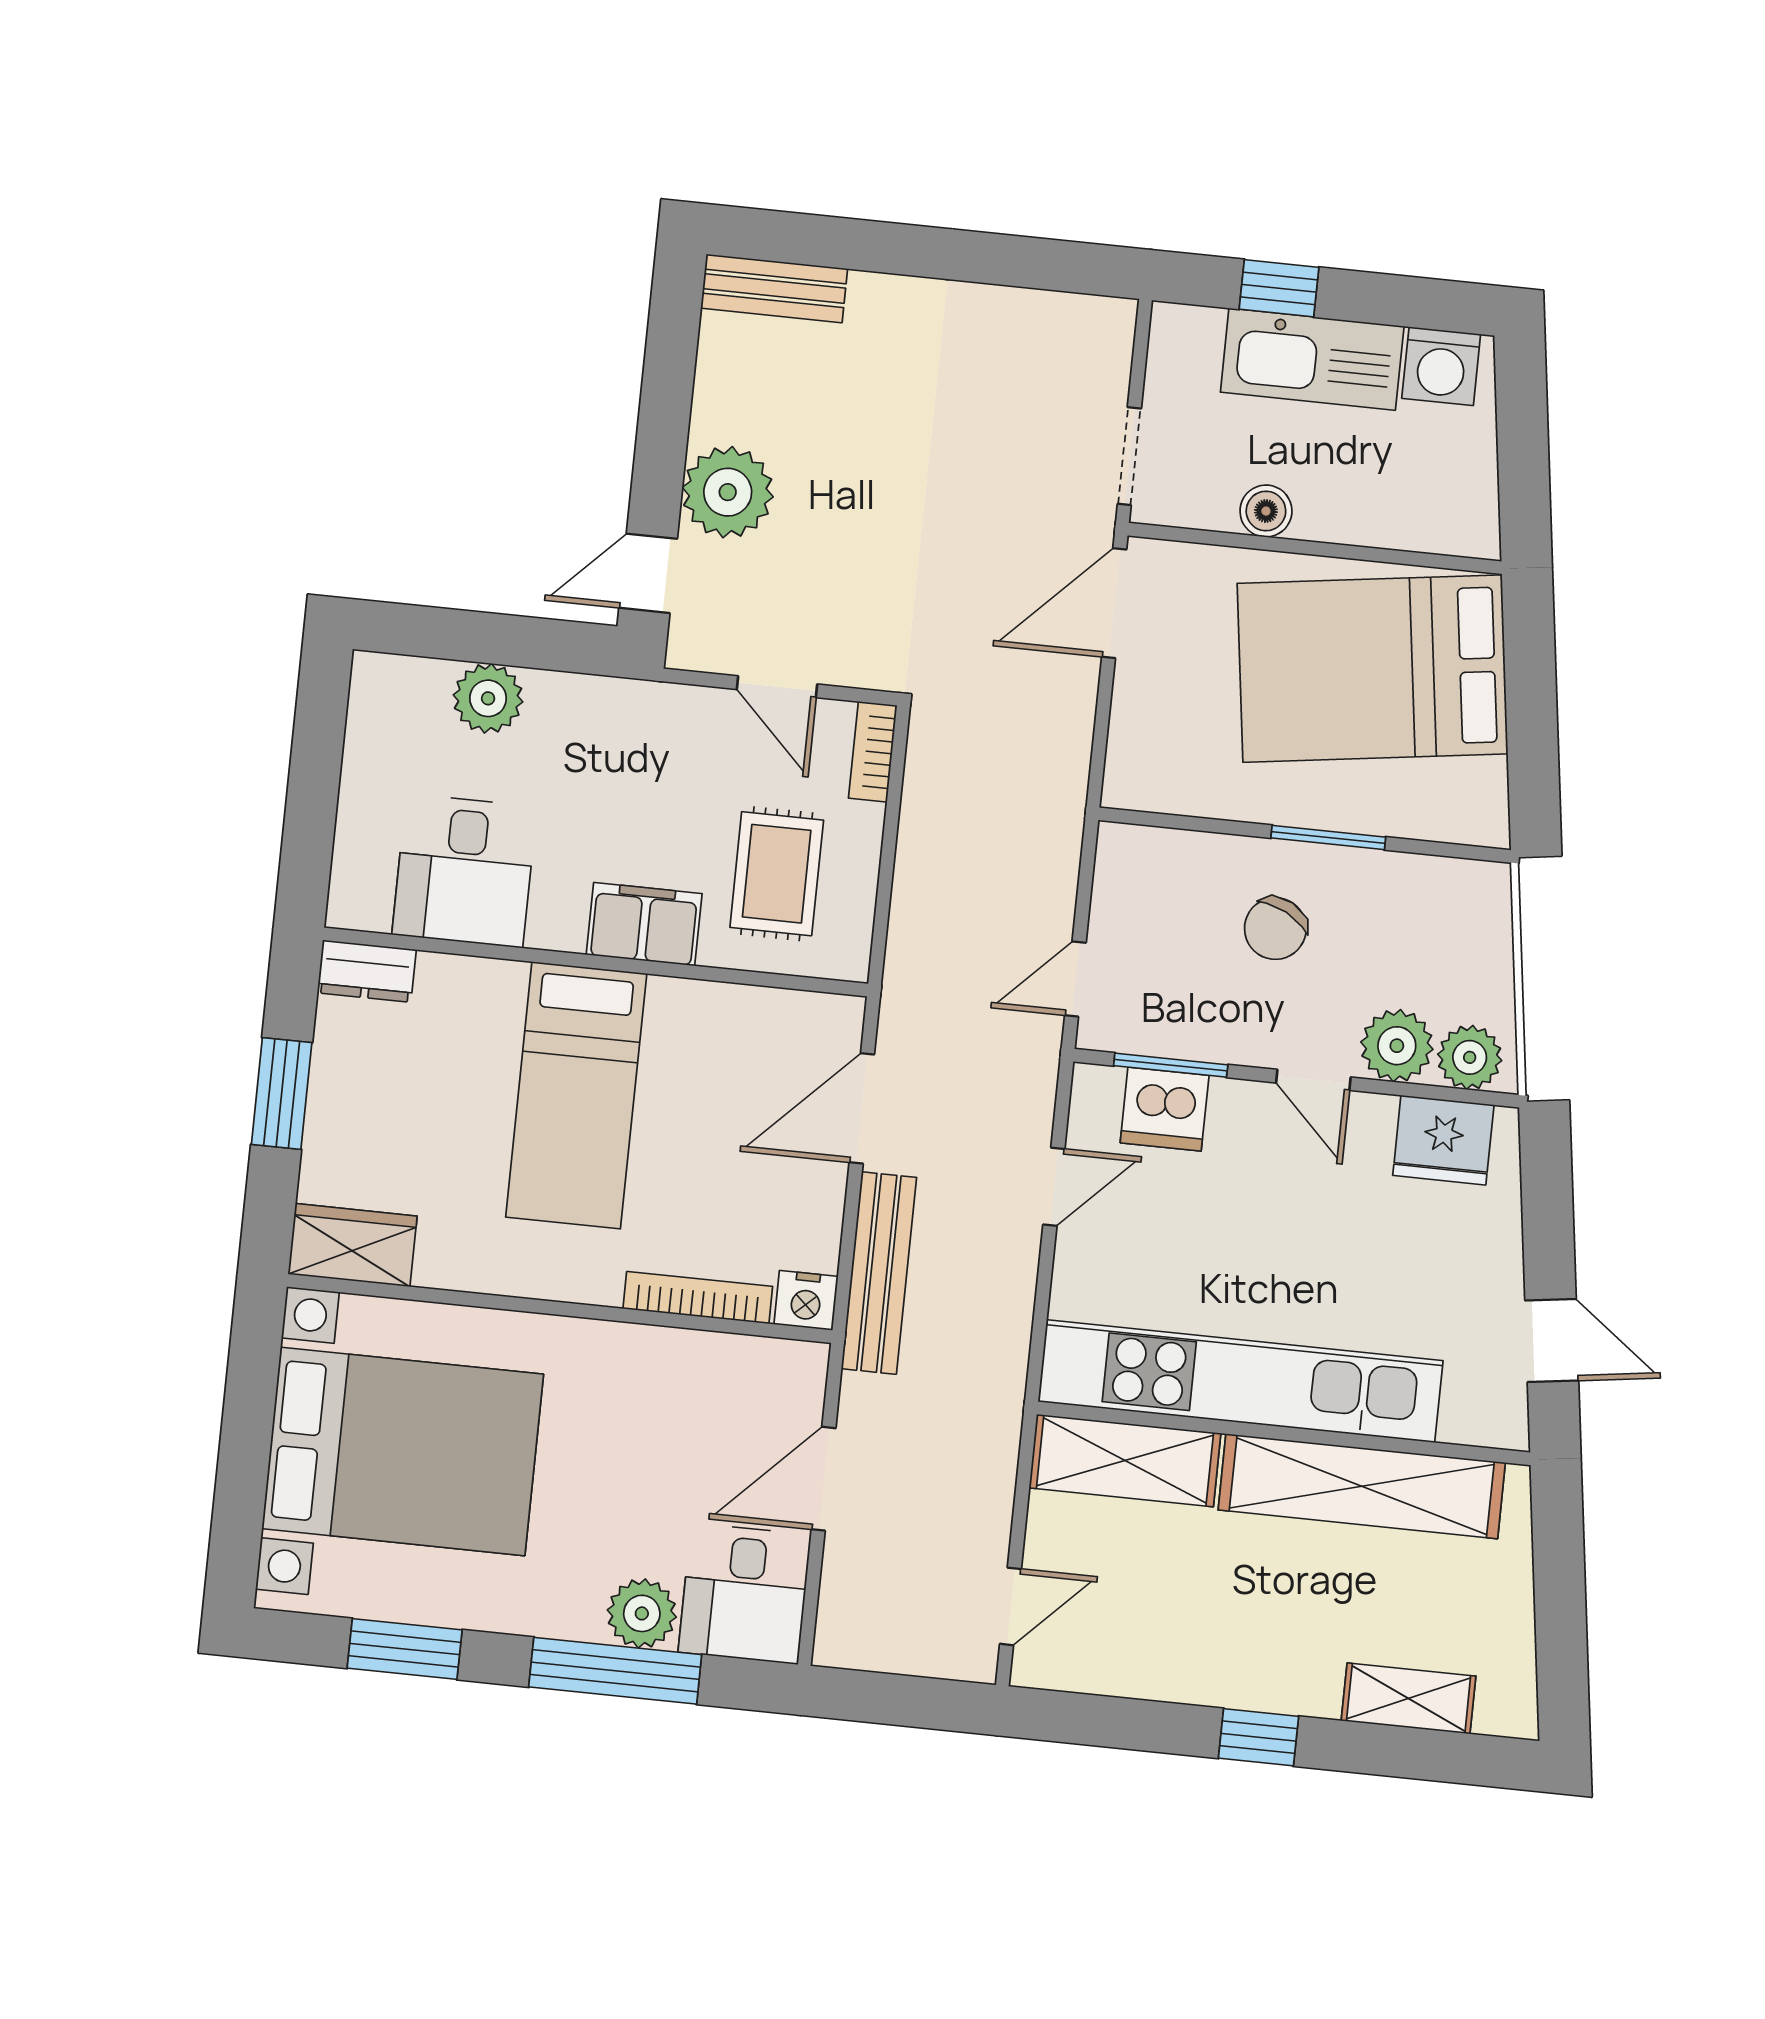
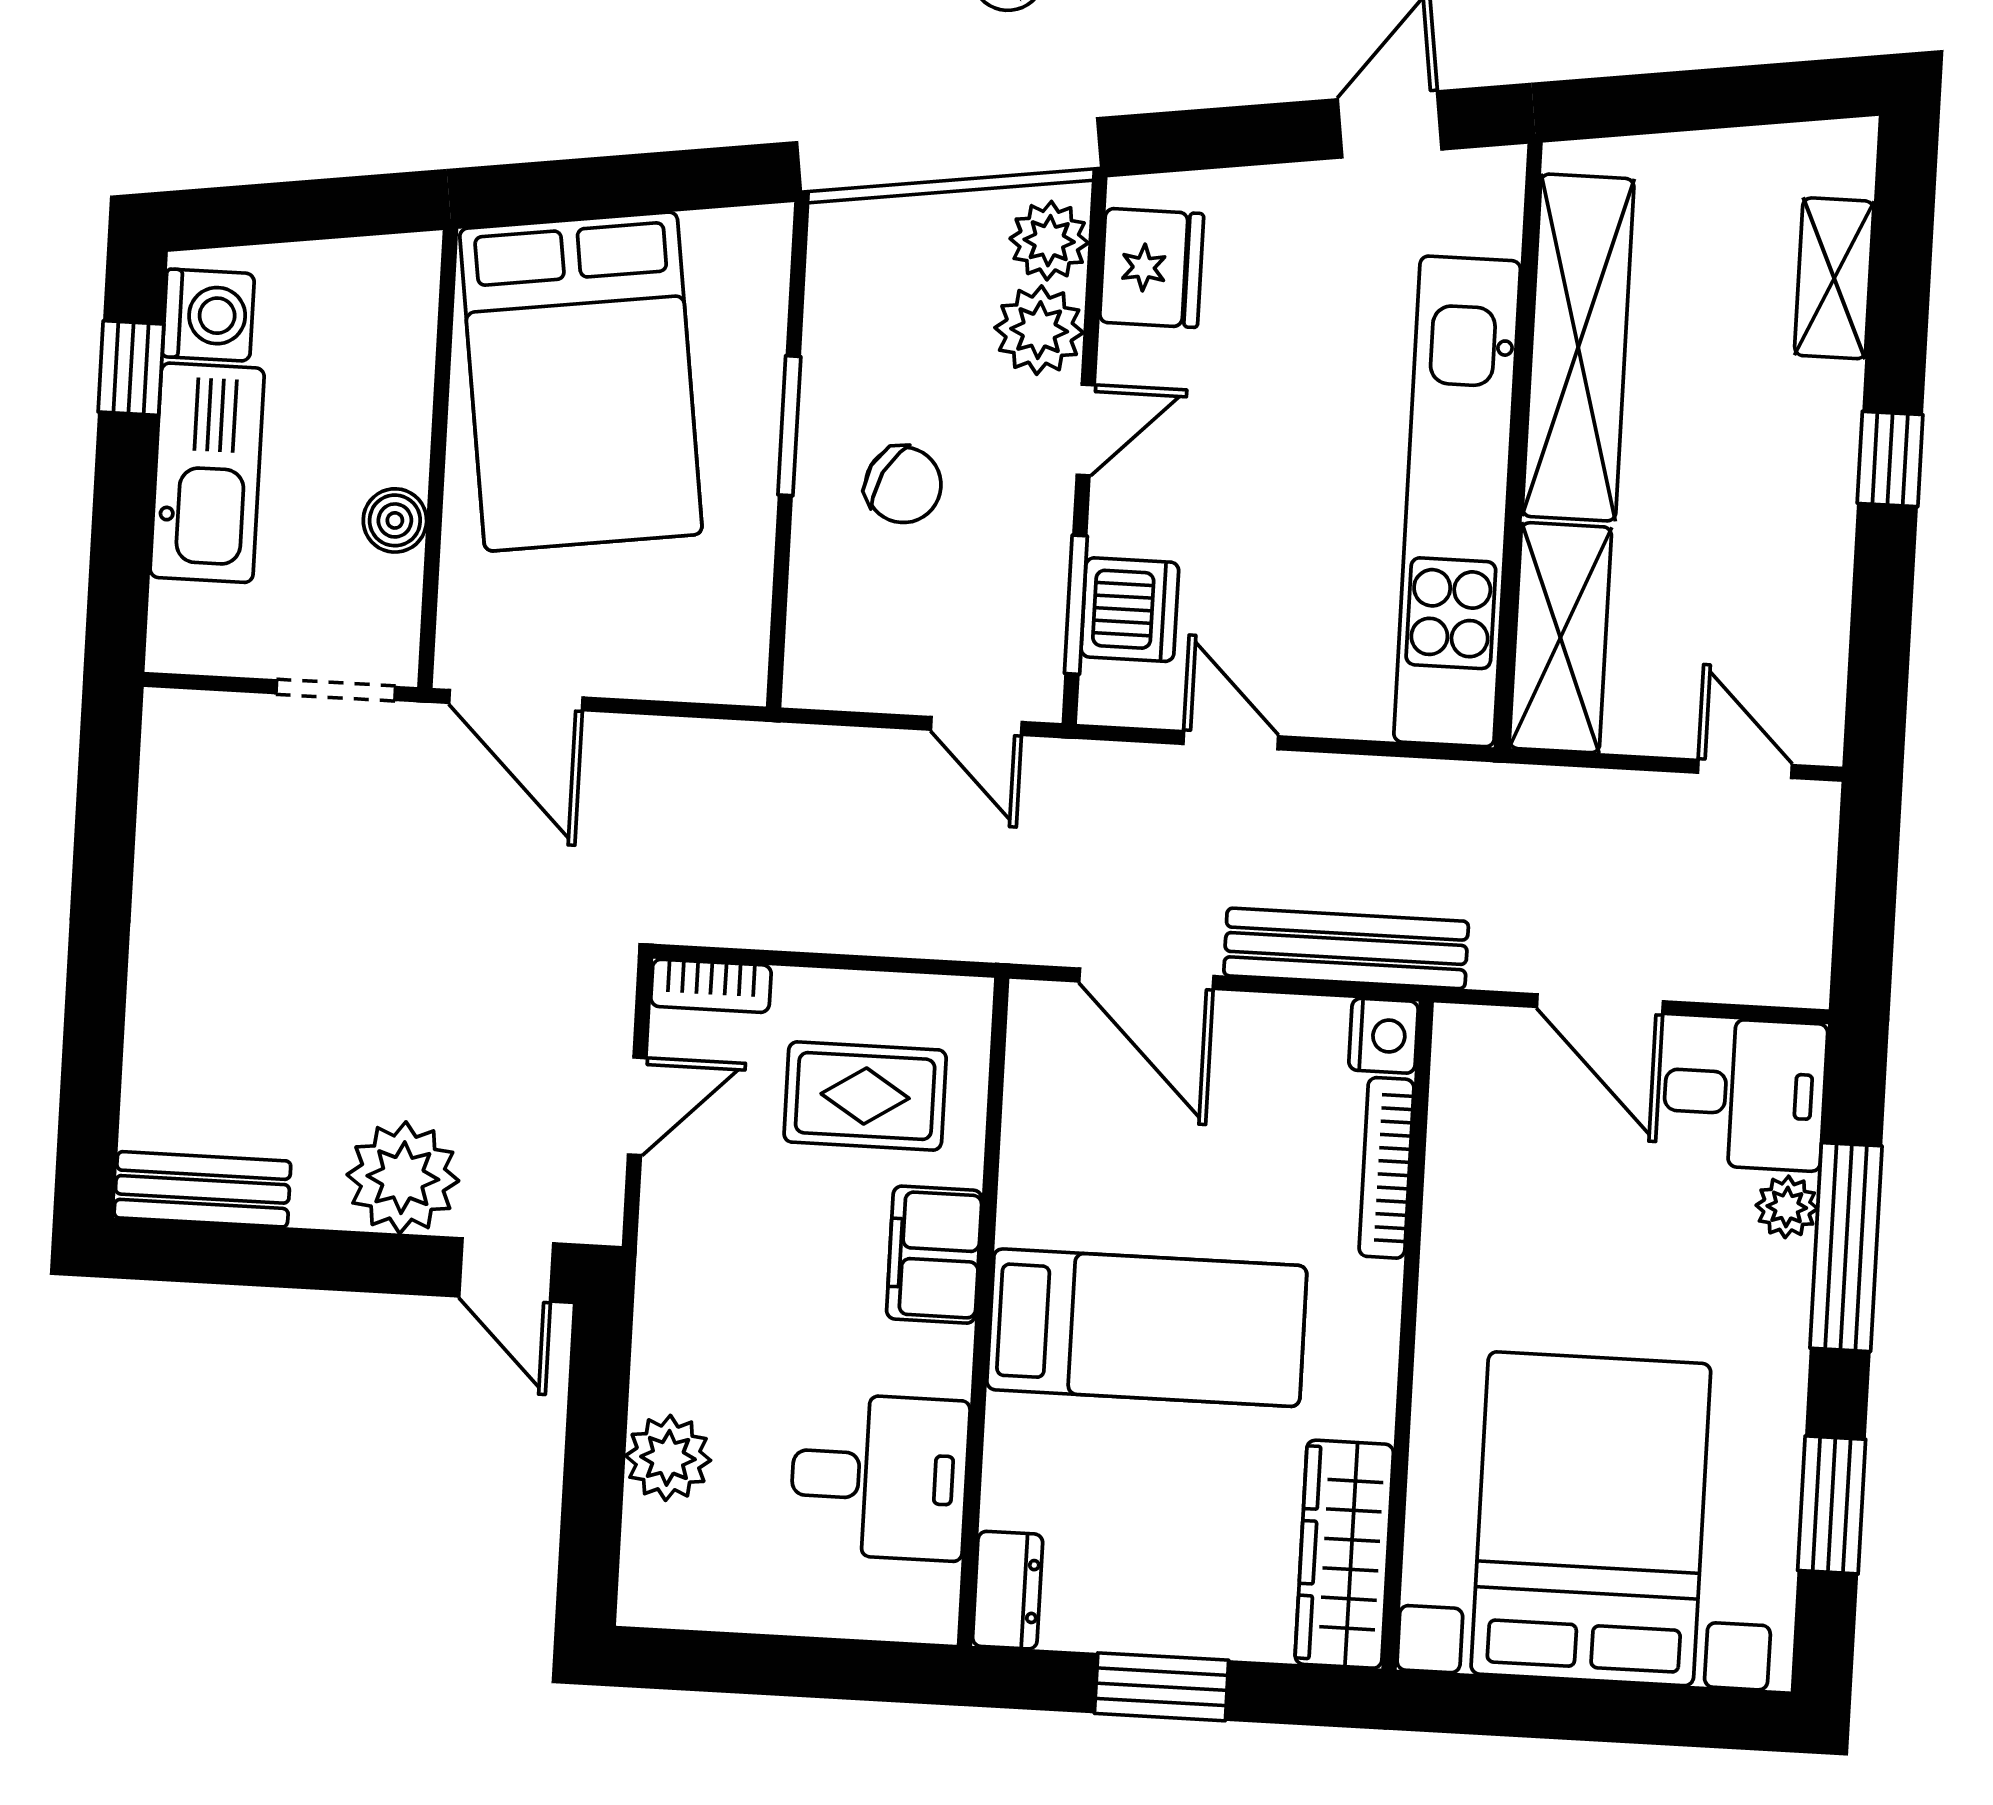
bench: (774, 288) -> (202, 1189), moved, turned 90
window: (1279, 288) -> (131, 368), moved
wardrobe: (353, 1245) -> (1344, 1554), width x1.50
plant: (642, 1613) -> (1787, 1207), width x0.73, depth x0.73

